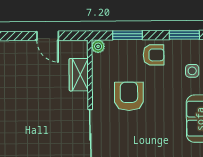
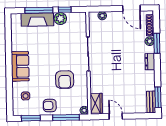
window: (128, 35) -> (66, 117), width x1.44
wardrobe: (79, 75) -> (96, 103), moved

